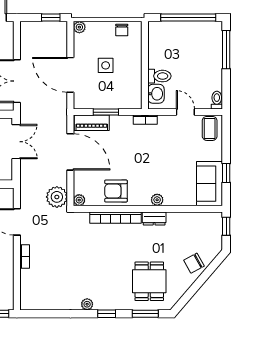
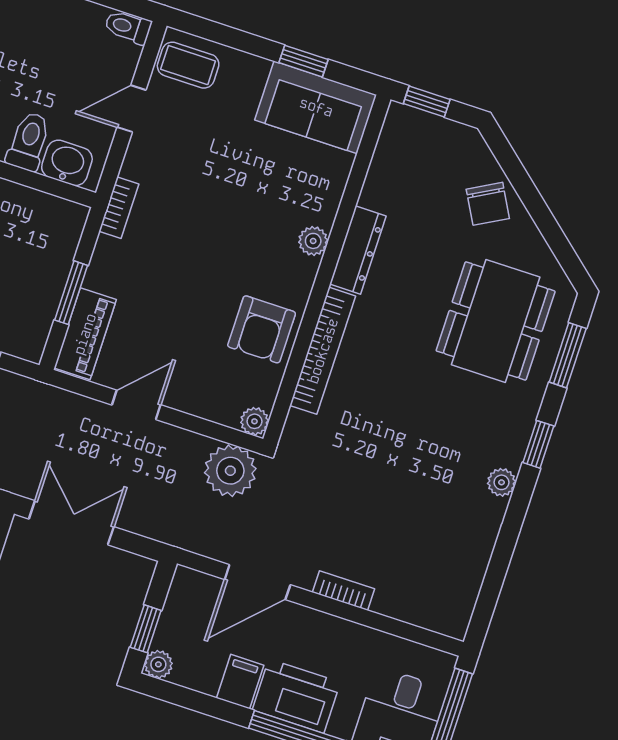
door: (70, 152) -> (136, 405), width x0.53
dresser: (154, 218) -> (358, 250), width x1.44
dining table: (149, 281) -> (496, 321), width x1.37

